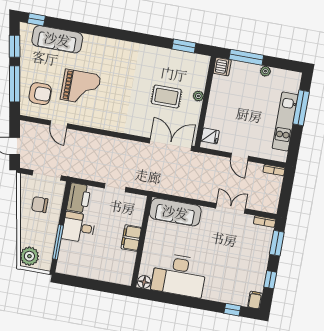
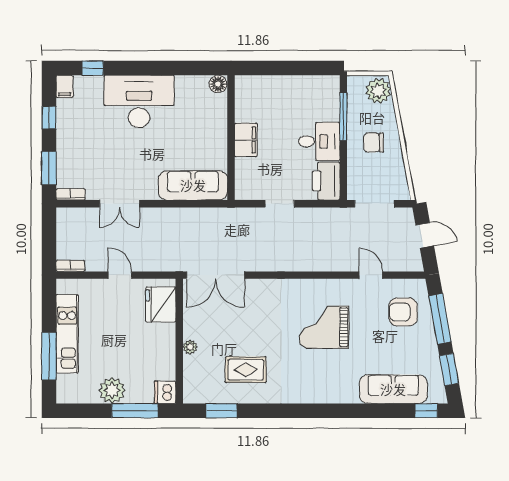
plant: (265, 71) -> (112, 390), width x1.88, depth x1.88
grand piano: (81, 87) -> (324, 327), moved
rug: (166, 96) -> (246, 370), moved
fridge: (210, 136) -> (161, 305), width x1.88, depth x1.34
chair: (40, 205) -> (374, 142), moved, turned 180
desk: (179, 275) -> (139, 101), moved

